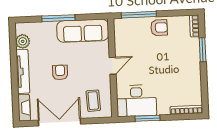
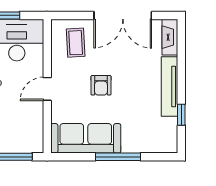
plant: (23, 41) -> (168, 127), removed
window: (13, 51) -> (181, 115), added
armchair: (60, 72) -> (101, 85), moved

